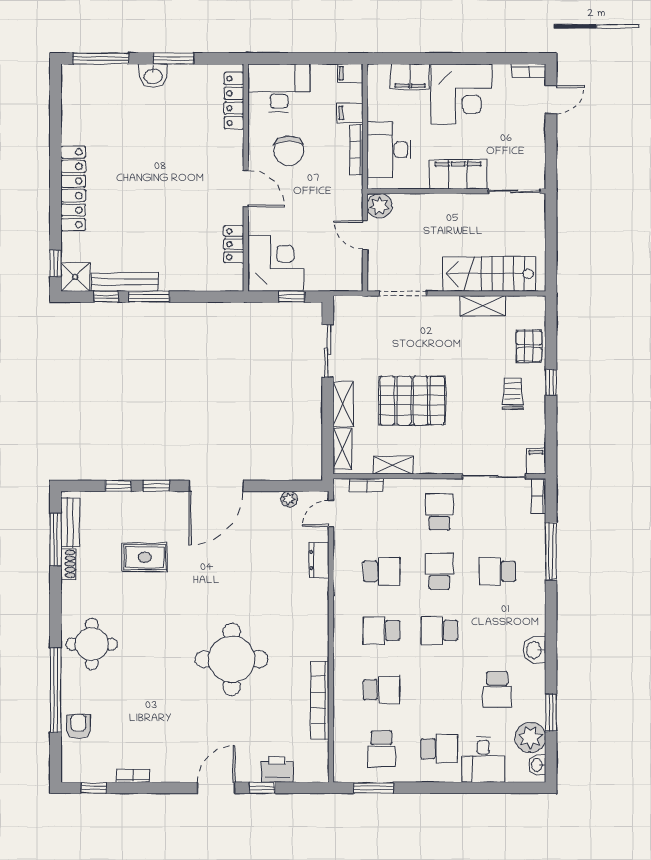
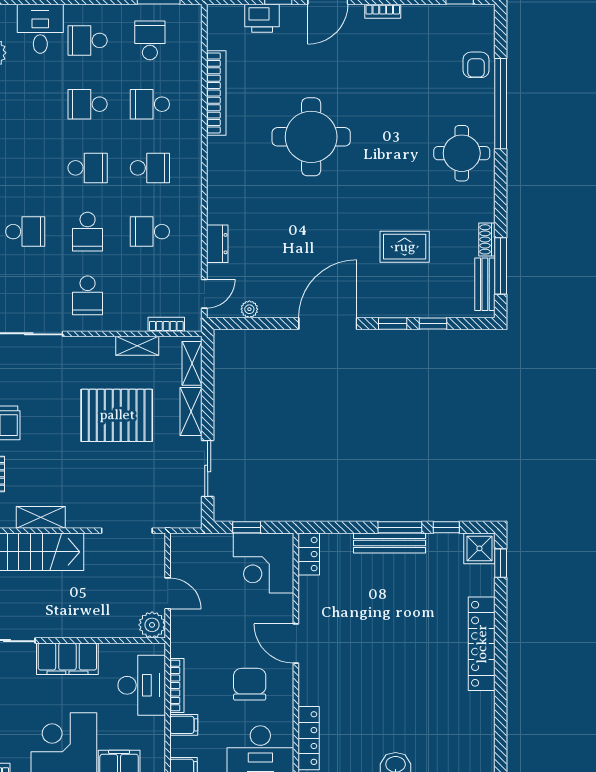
locker: (234, 244) -> (309, 554), moved
bench: (125, 282) -> (390, 543), moved
school desk: (497, 690) -> (88, 104), moved, turned -90
bookcase: (133, 776) -> (383, 11), moved

